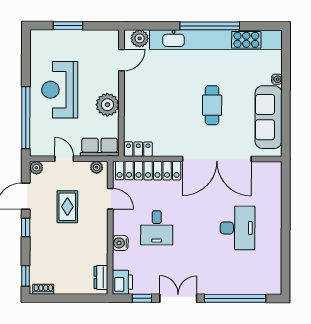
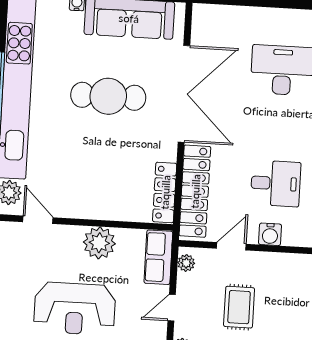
cafe table: (212, 105) -> (108, 96), width x1.37, depth x1.35
locker: (138, 149) -> (165, 192), width x1.53
rug: (67, 207) -> (239, 307), turned 90
water cooler: (120, 243) -> (270, 234), moved

